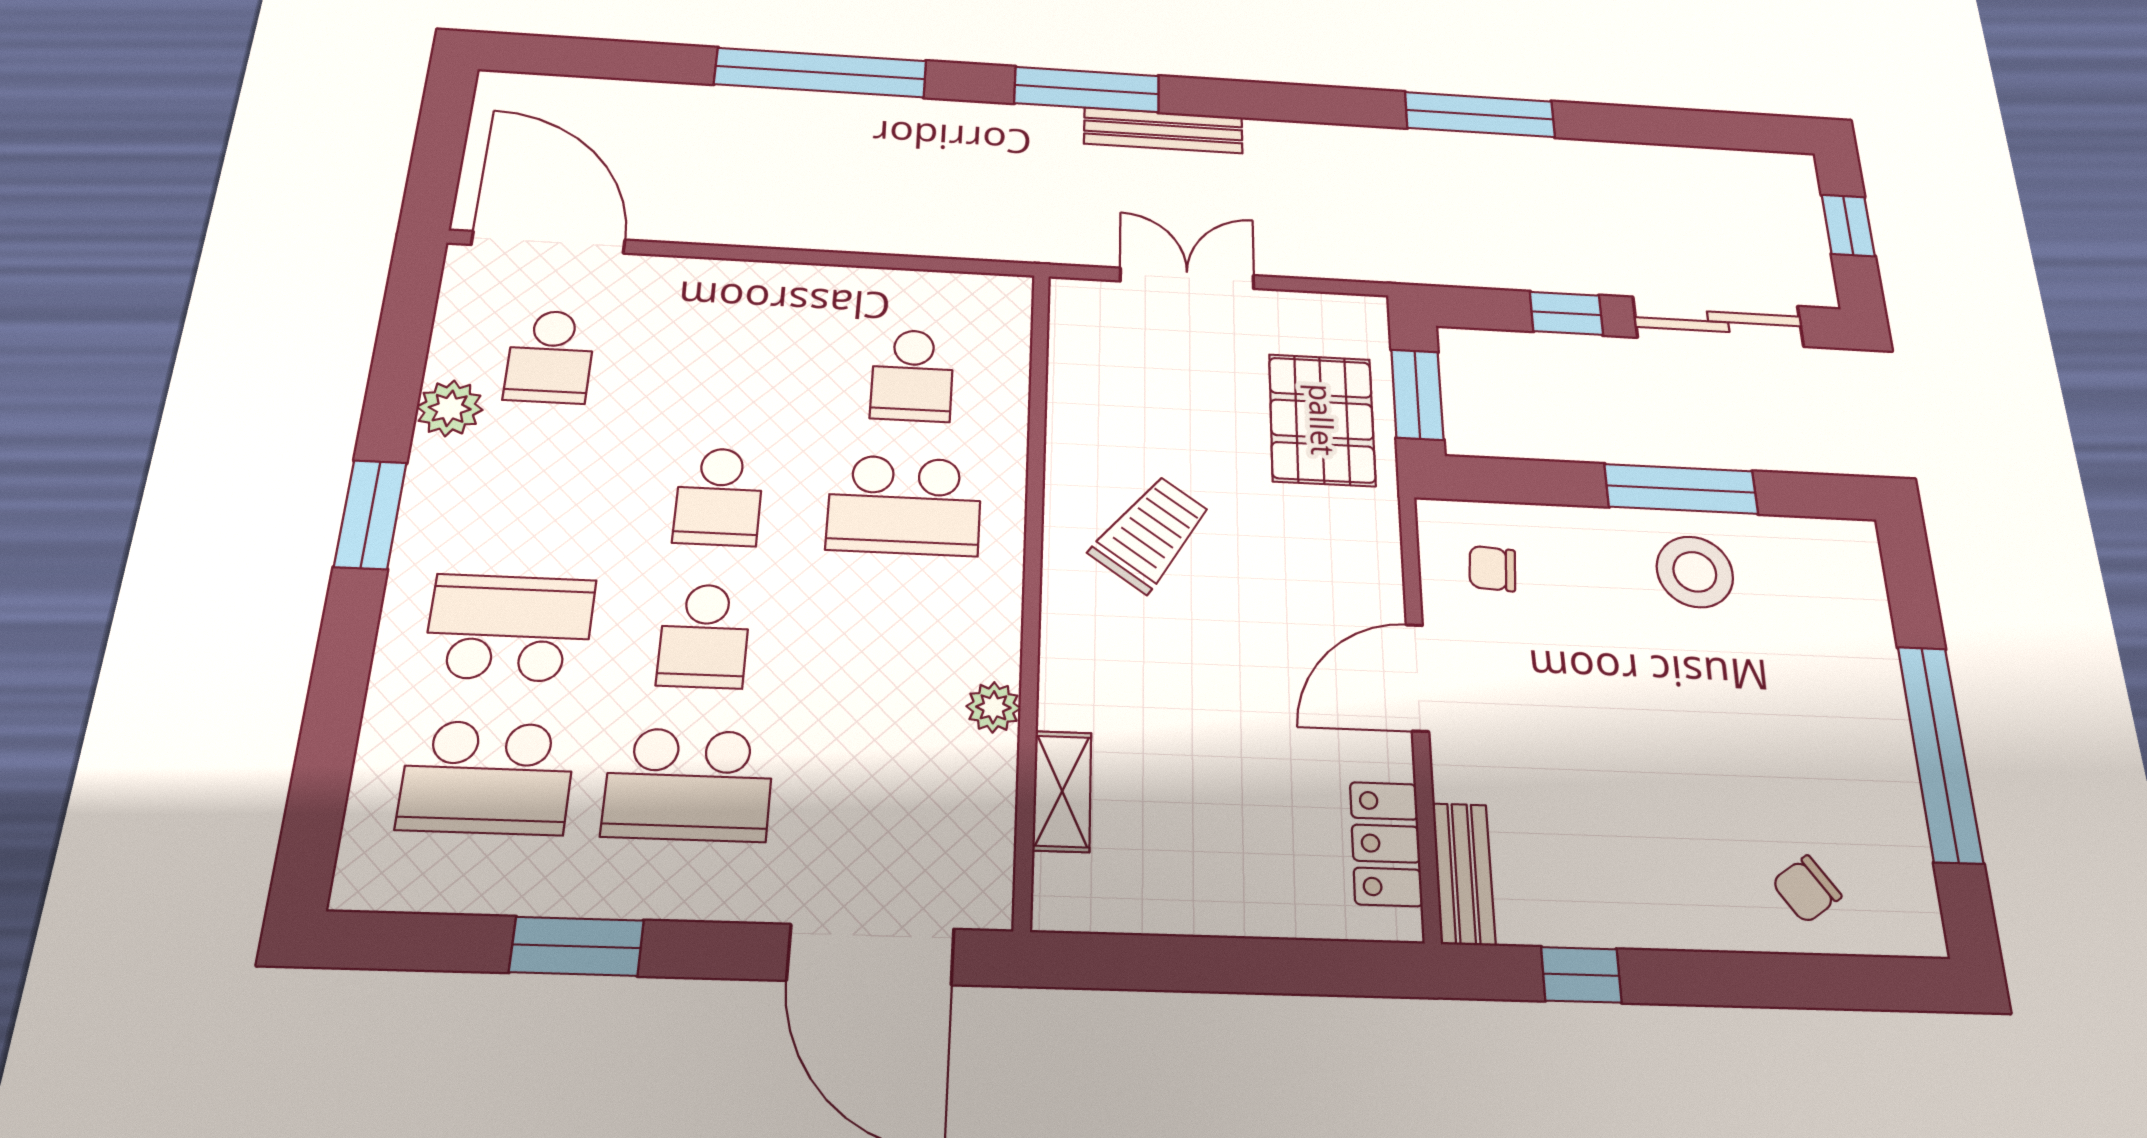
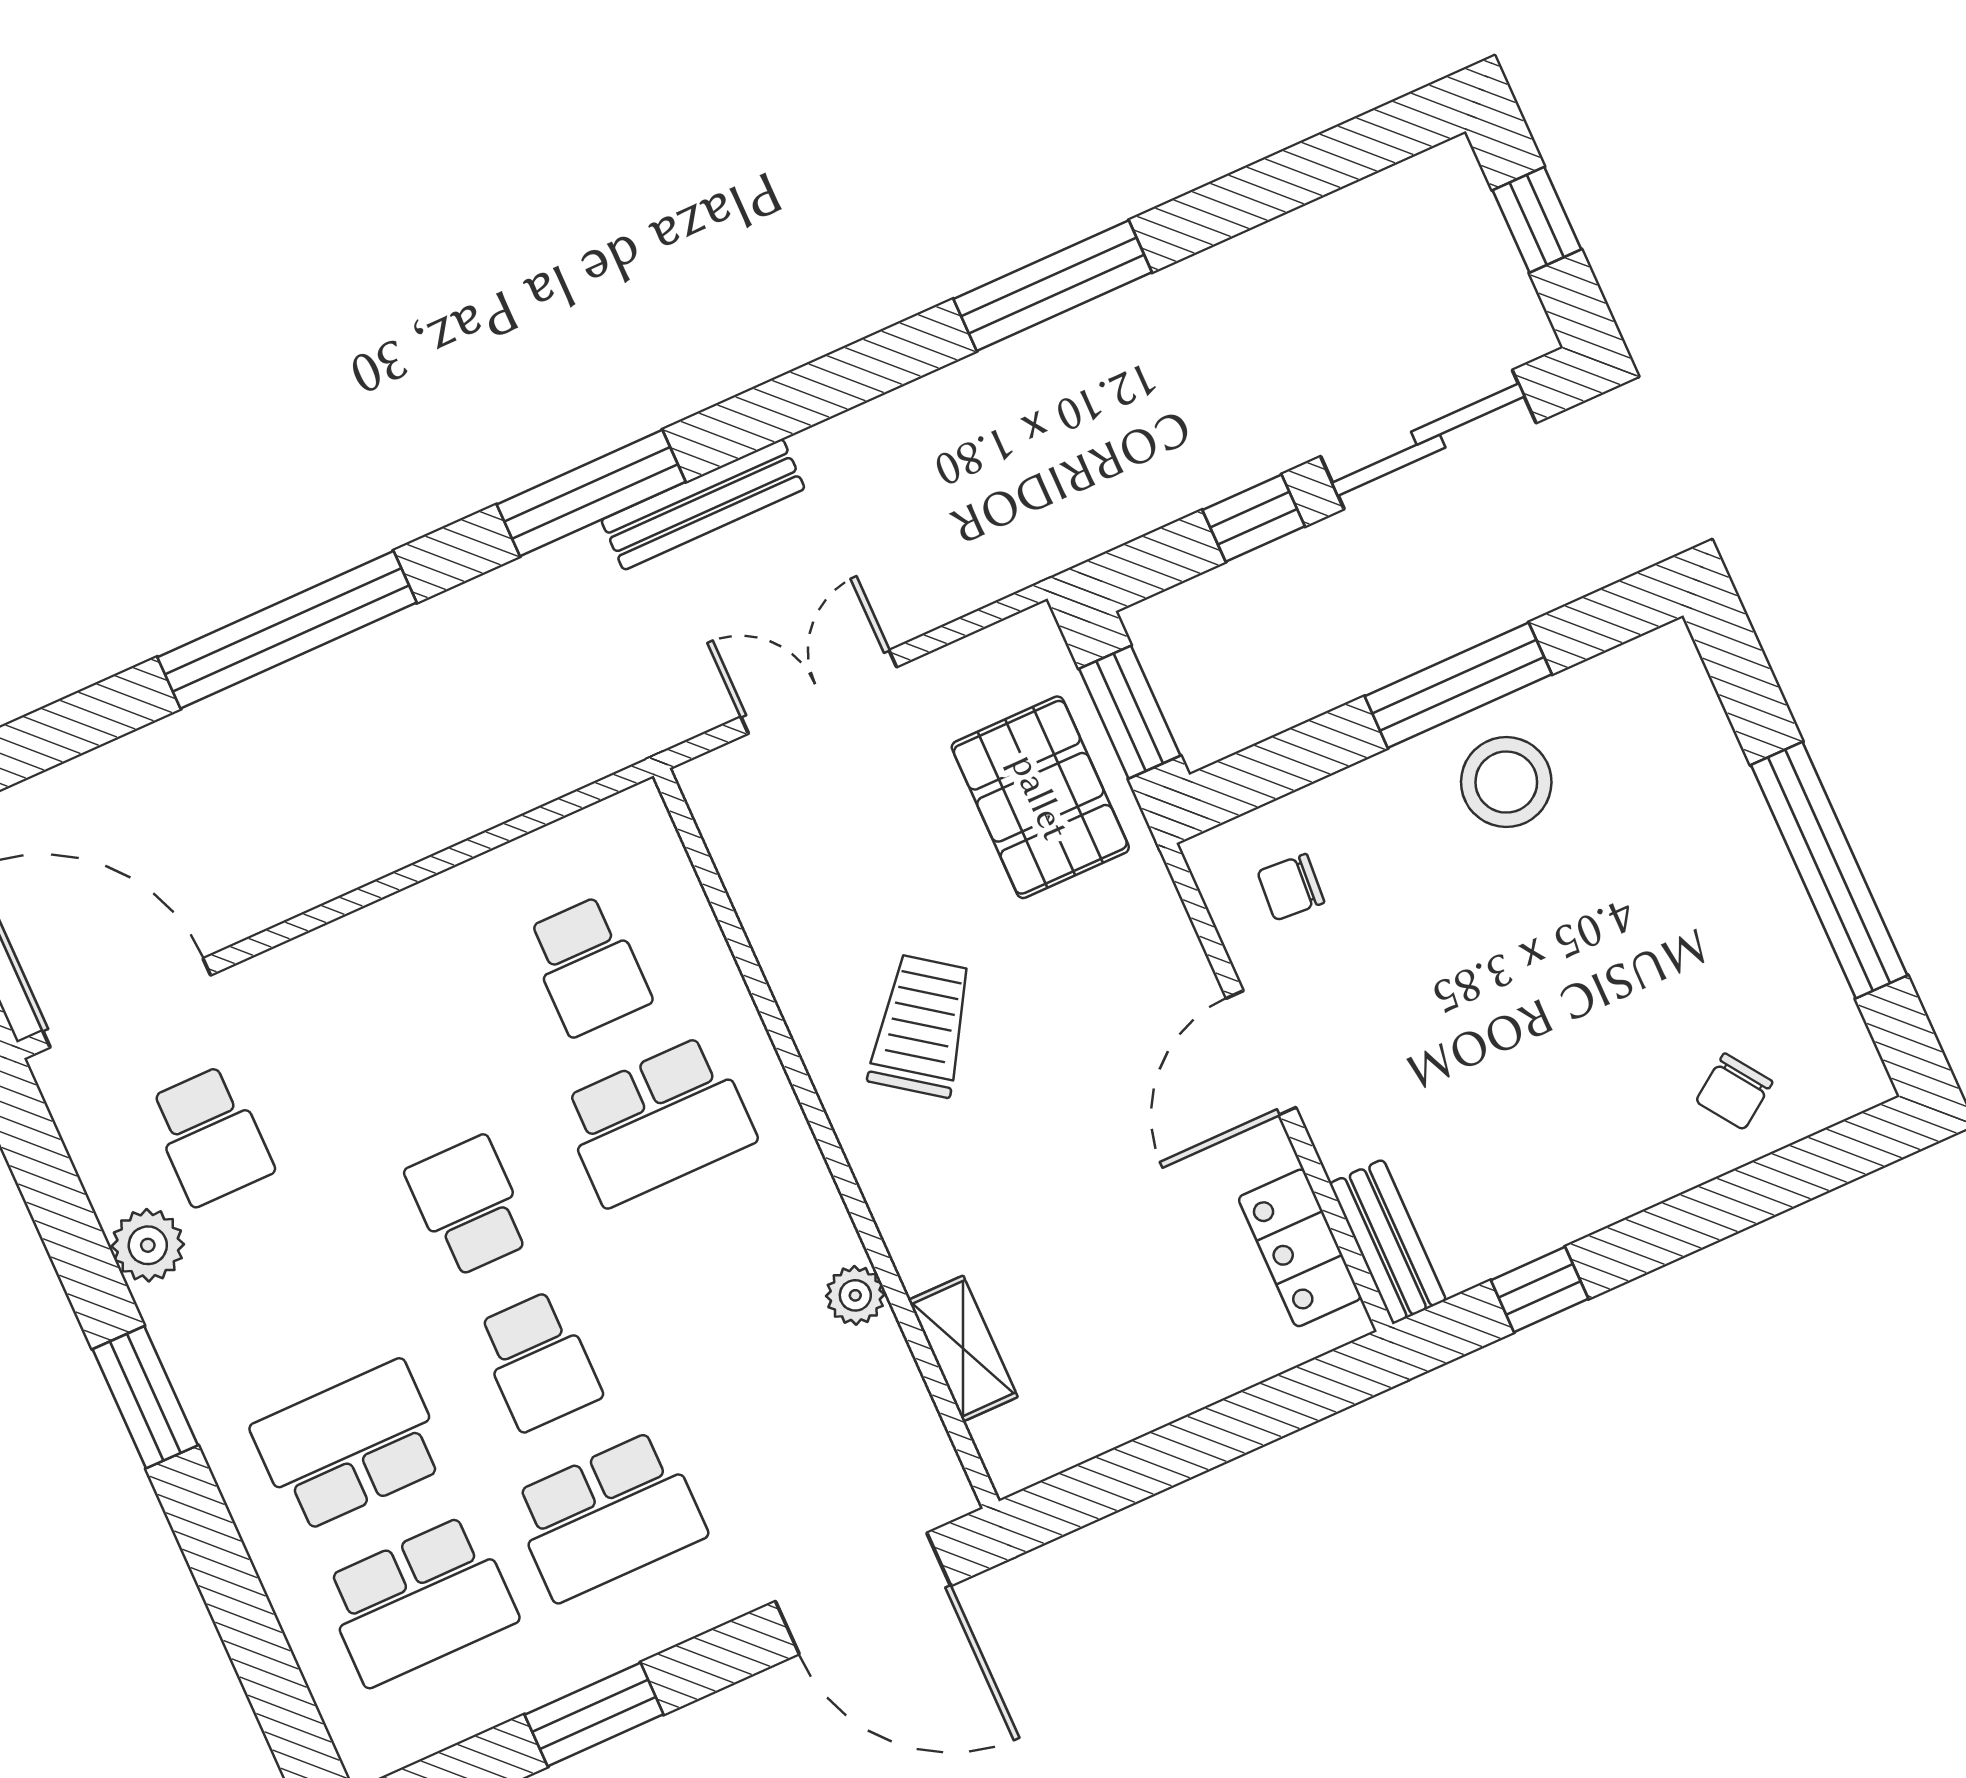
school desk: (719, 497) -> (469, 1206), turned 180

